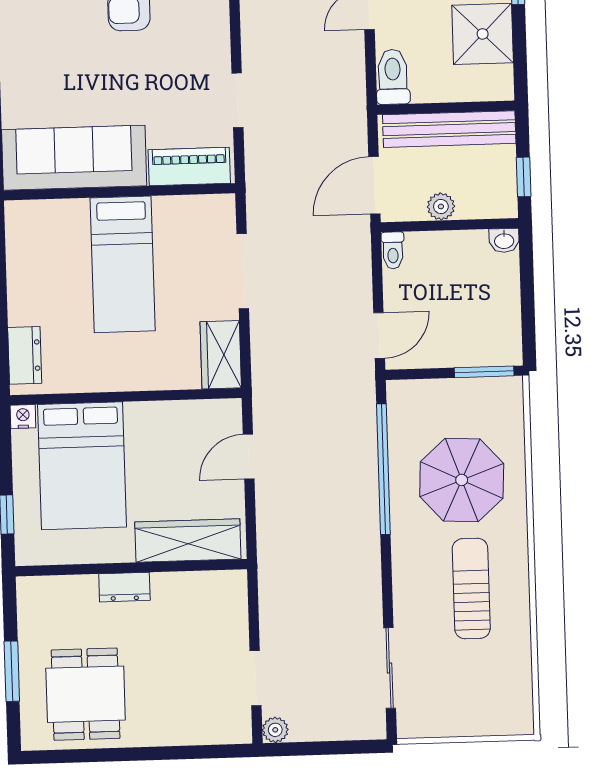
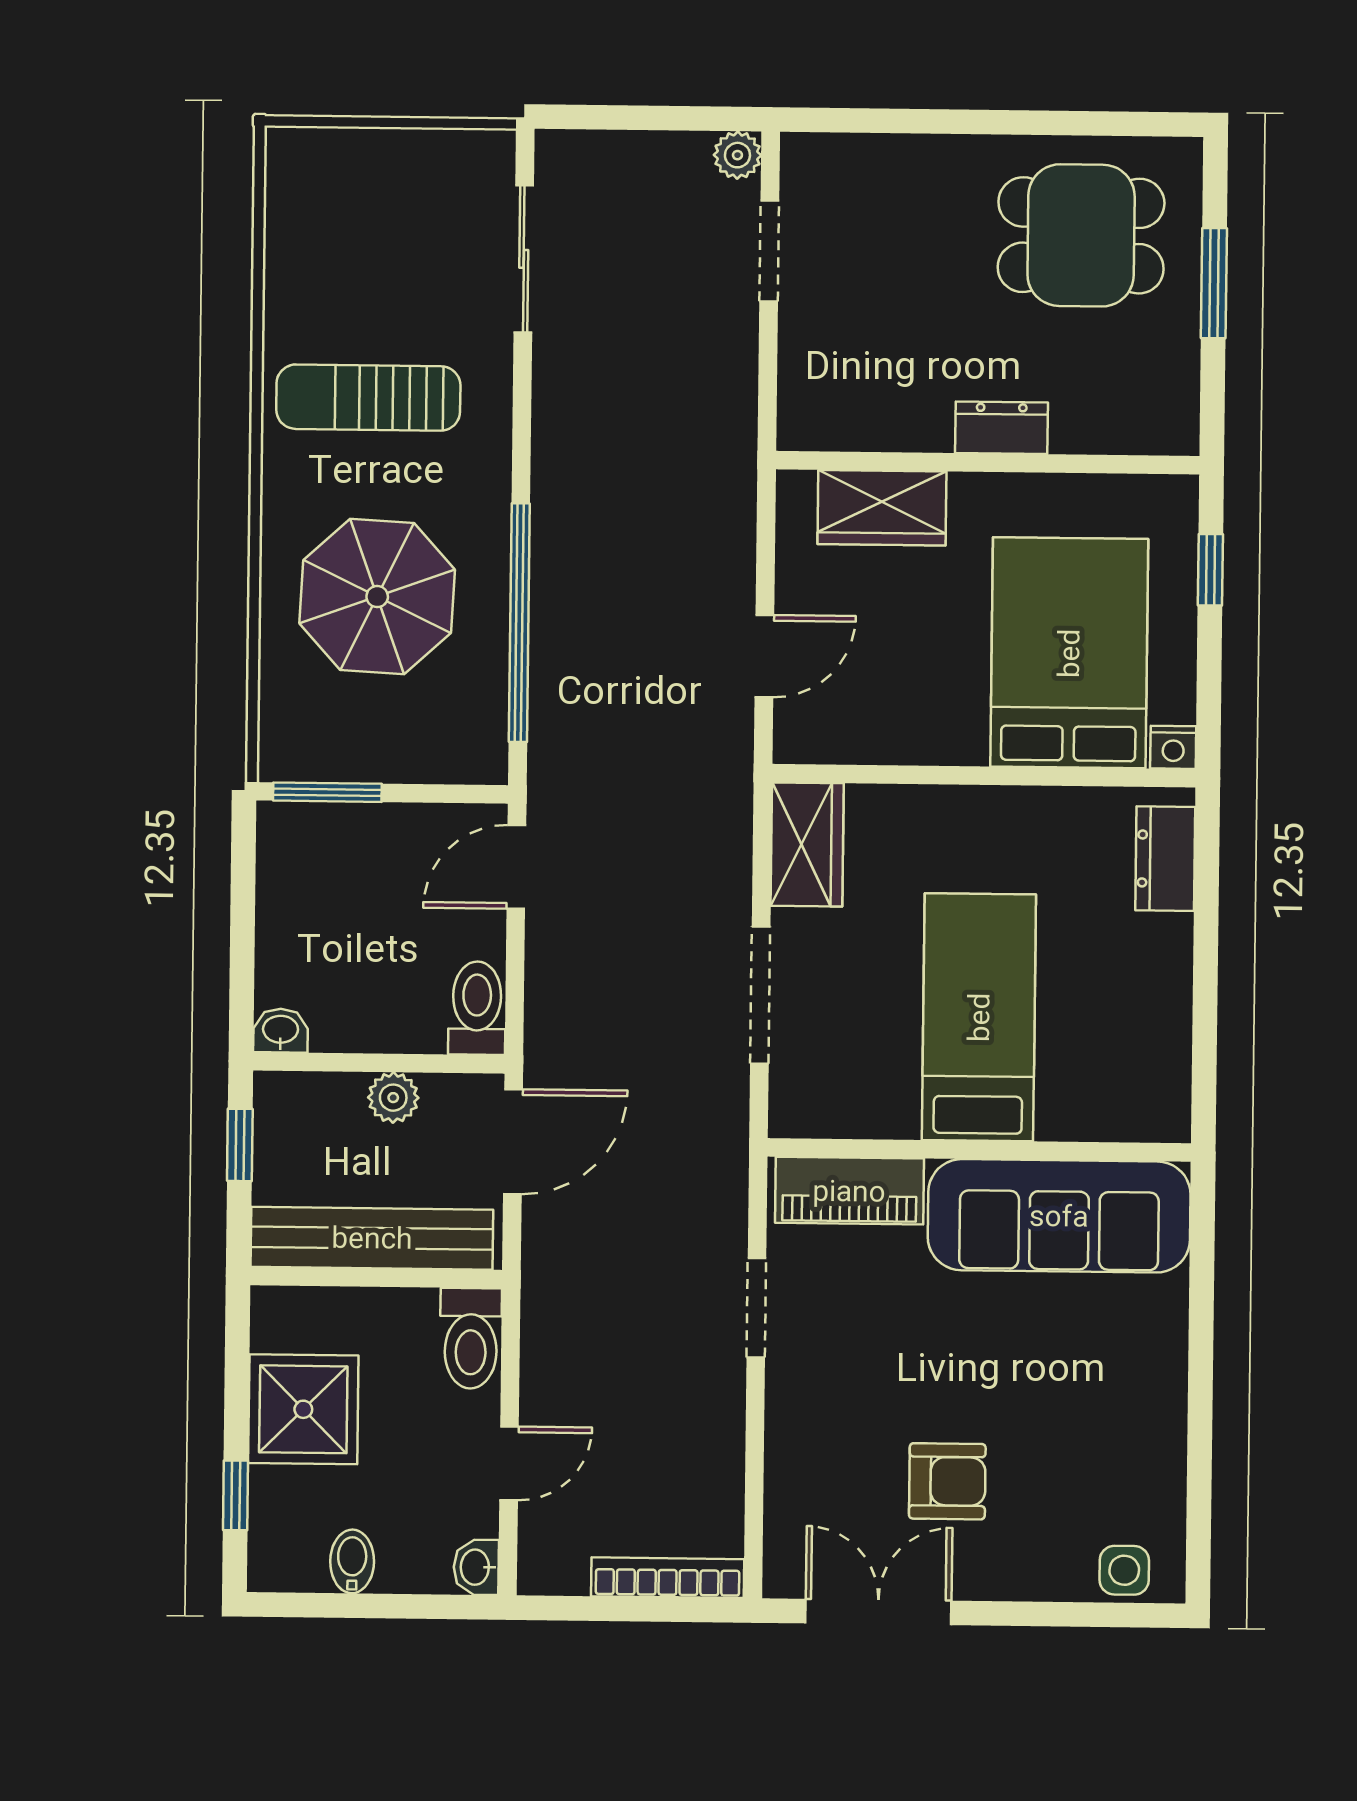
toilet: (393, 250) -> (477, 1008), width x1.37, depth x1.39
wardrobe: (188, 541) -> (882, 508), width x0.67
sun lounger: (471, 589) -> (368, 398), turned 90
dining table: (86, 694) -> (1081, 235), turned 90

